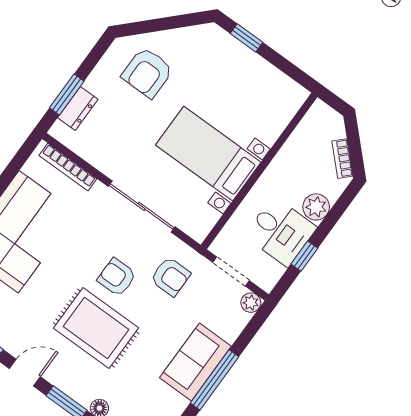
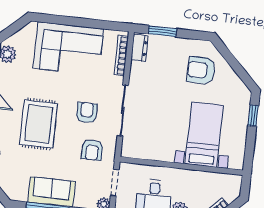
dresser: (78, 108) -> (139, 48), moved, turned -90
bed with nightstands: (208, 154) -> (204, 135), moved
armchair: (117, 277) -> (87, 113), moved

